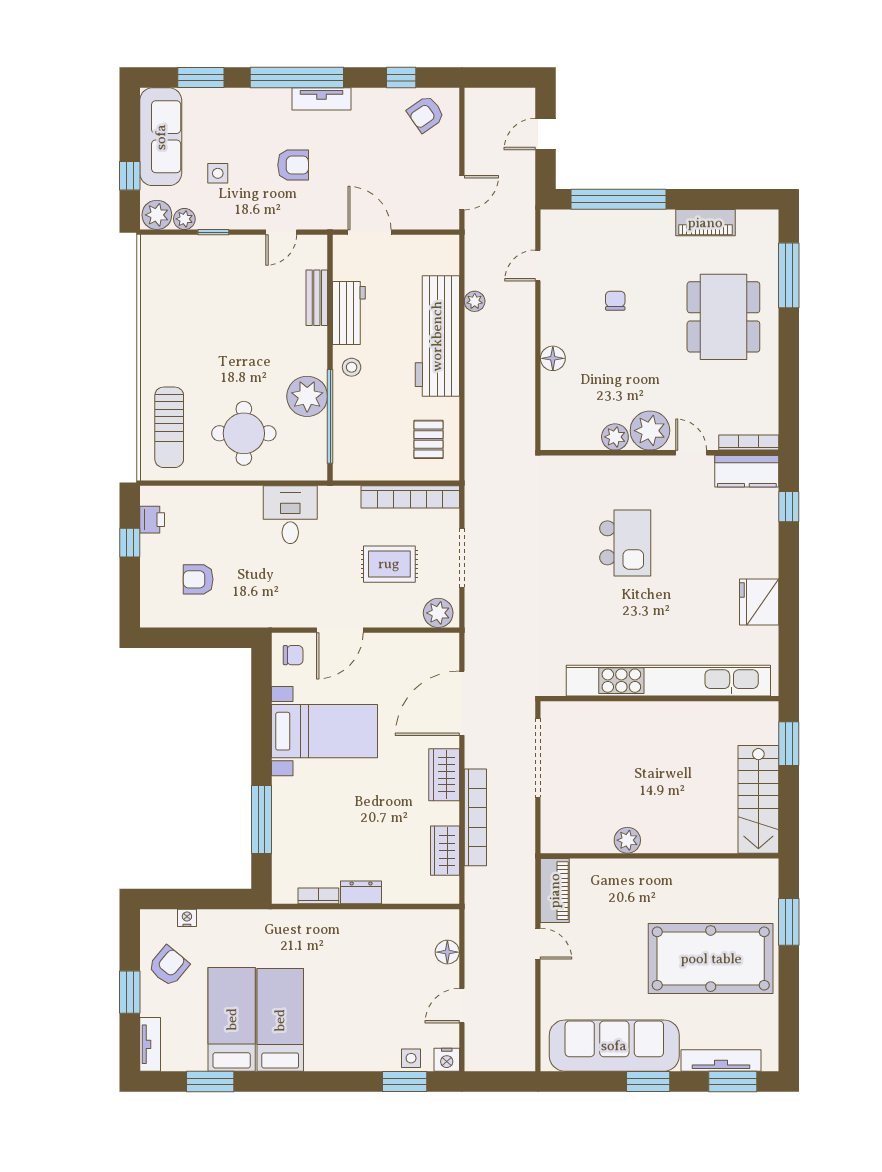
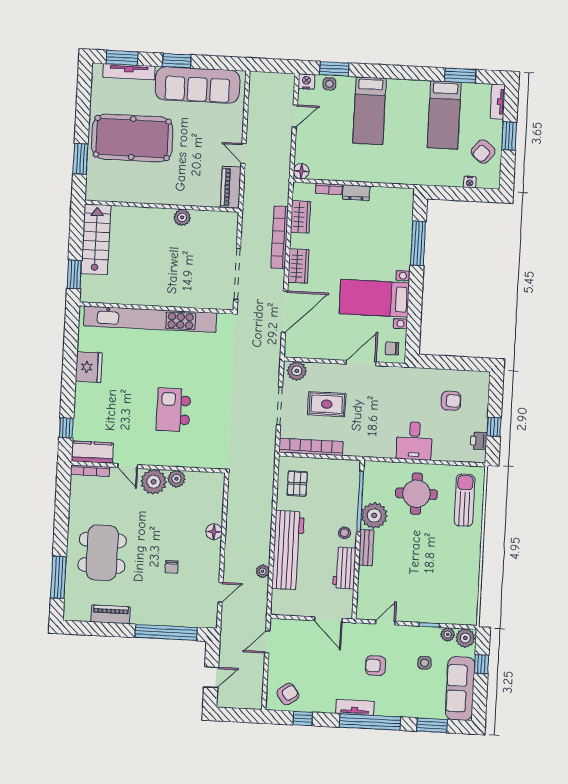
bench: (317, 298) -> (366, 548), moved
desk: (290, 515) -> (414, 441), moved
bookcase: (318, 896) -> (329, 189), moved
floor lamp: (447, 952) -> (301, 171), moved
bed: (280, 1020) -> (369, 111), moved

